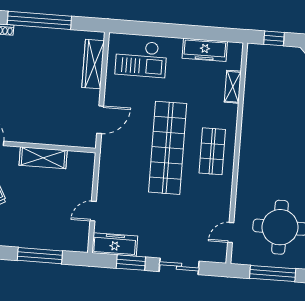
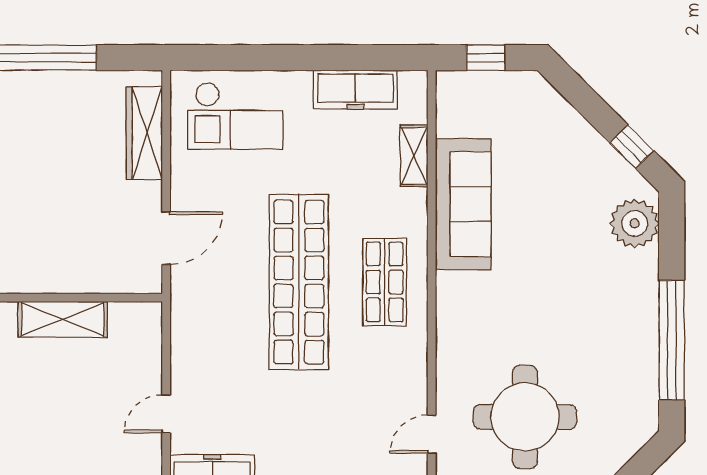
sofa: (256, 114) -> (463, 204), added

